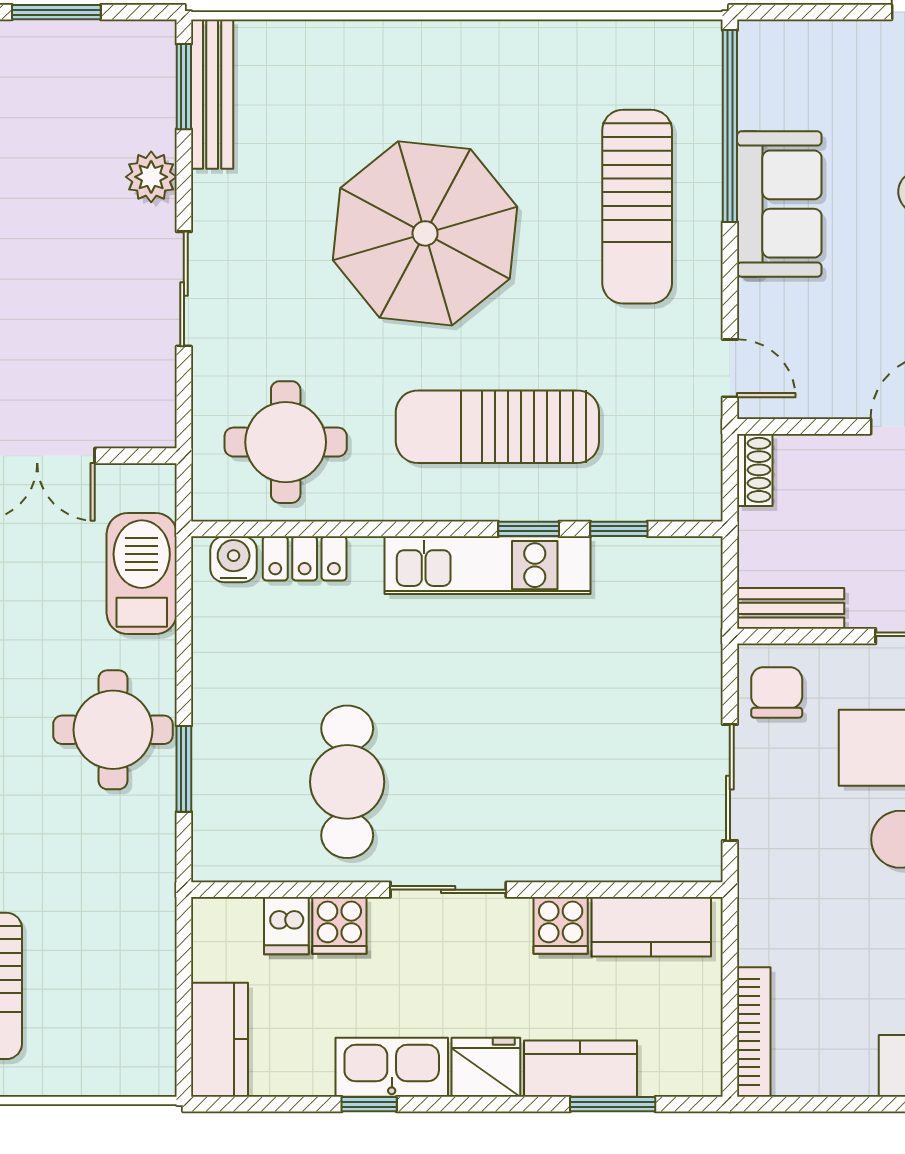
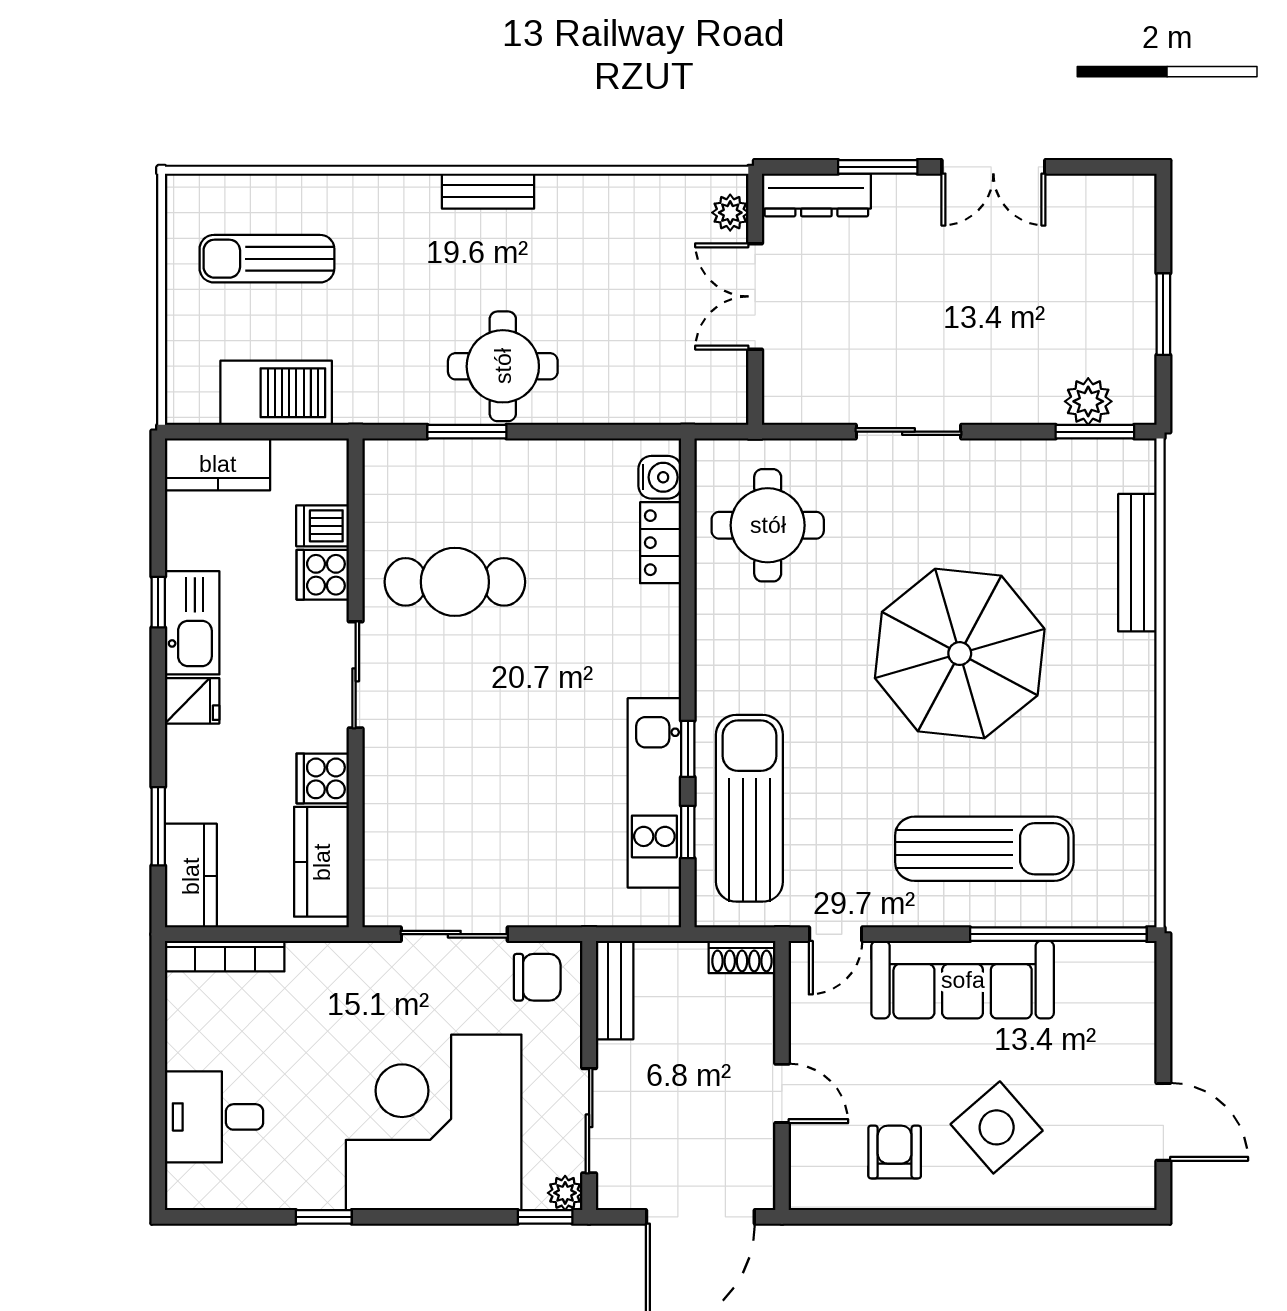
bench: (212, 94) -> (1137, 563), moved, turned 90
plant: (151, 177) -> (1088, 401), moved
sofa: (779, 204) -> (963, 980), width x1.36
sun lounger: (637, 207) -> (984, 849), turned 180
sun lounger: (497, 427) -> (749, 808), moved
kitchen unit: (487, 565) -> (654, 793), moved
barbecue: (142, 574) -> (276, 393), moved
fridge: (486, 1067) -> (192, 701), width x0.72
kitchen counter: (580, 1069) -> (191, 876), moved

